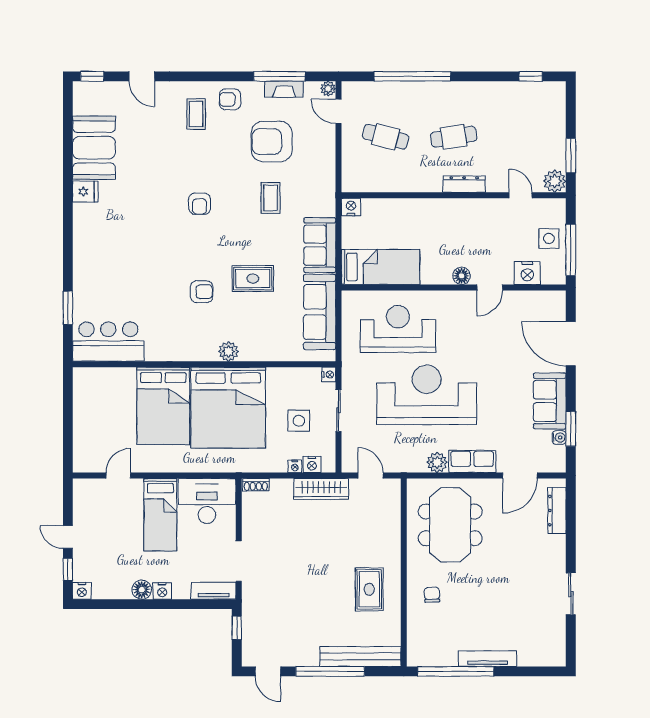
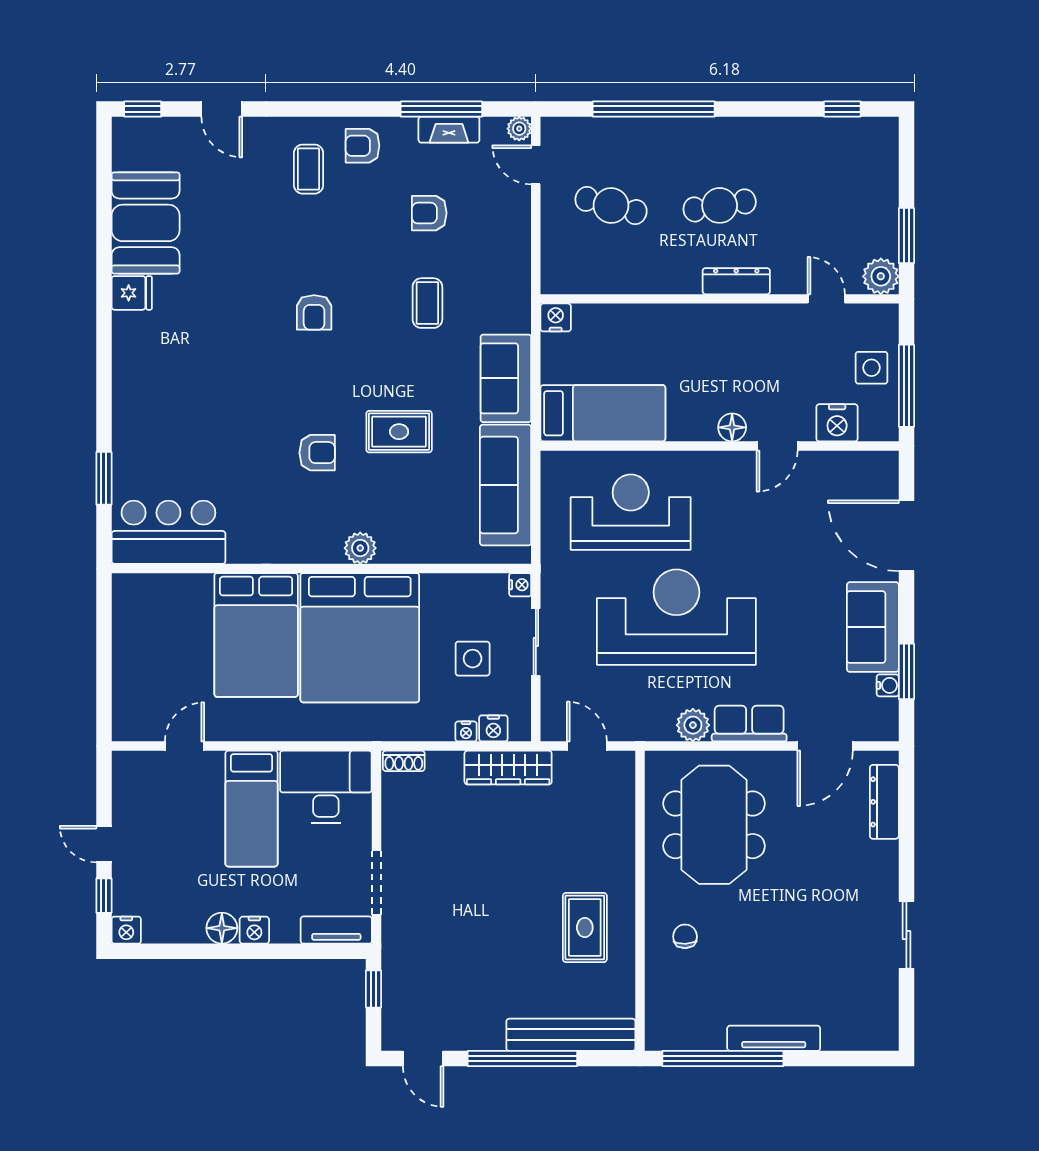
armchair: (272, 142) -> (429, 213), width x0.53, depth x0.53

